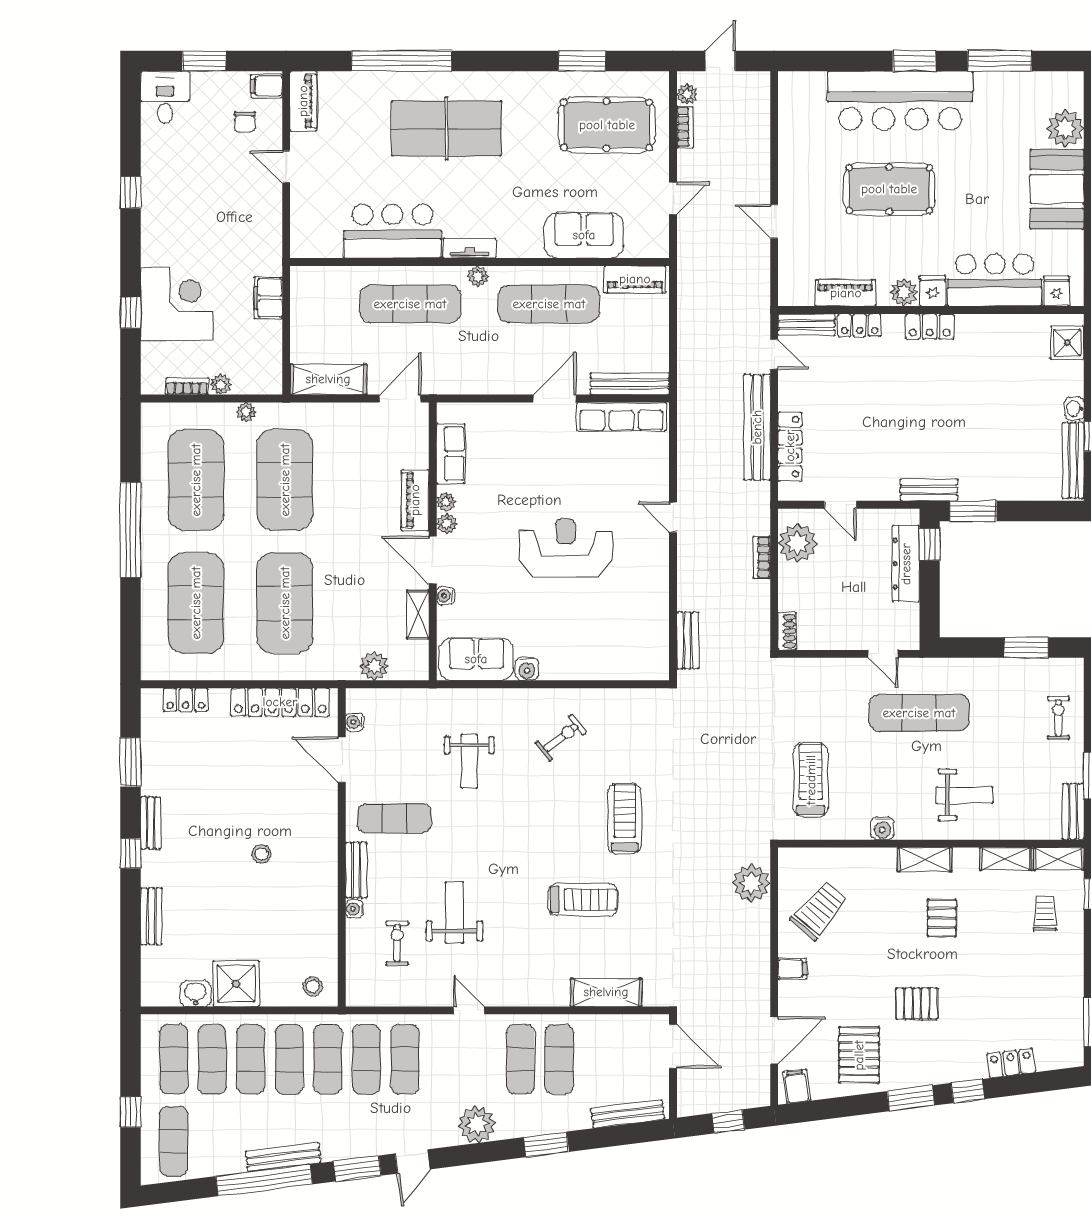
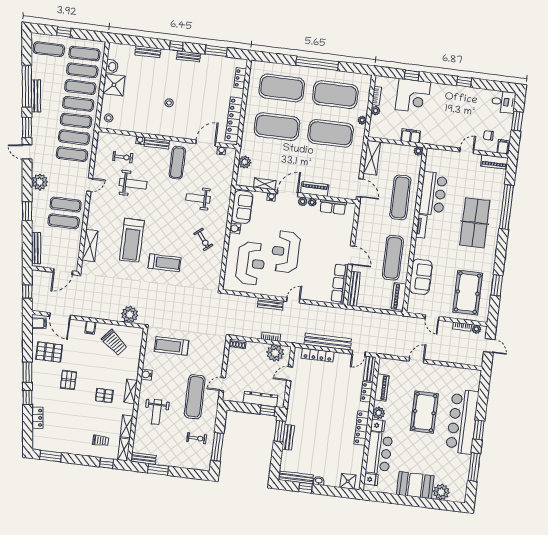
plant: (478, 276) -> (418, 151), moved
locker: (930, 327) -> (362, 428), width x1.53
bench: (929, 490) -> (288, 437), moved
reception desk: (566, 548) -> (286, 252), turned 180
reception desk: (602, 624) -> (251, 263), added
bench: (688, 640) -> (270, 304), moved
window: (1026, 648) -> (217, 447), width x1.44
exercise bike: (1058, 718) -> (197, 438), moved
treadmill: (811, 780) -> (171, 346), turned 180
treadmill: (583, 899) -> (132, 240), width x1.37, depth x1.38

